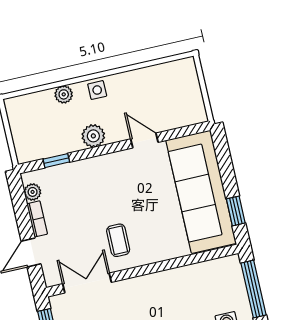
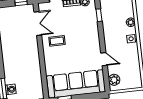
plant: (93, 136) -> (114, 80), moved
door: (144, 141) -> (104, 59), hinge flipped

